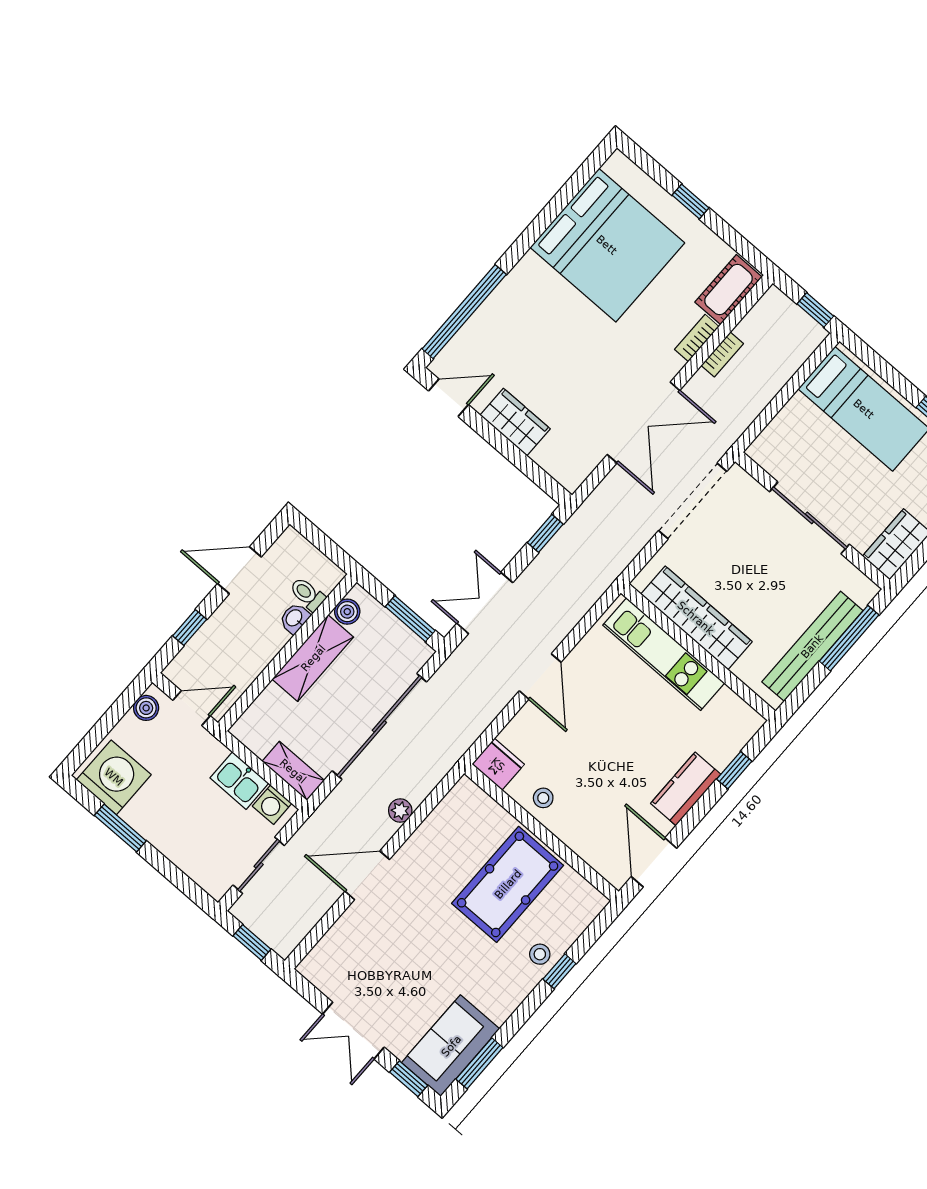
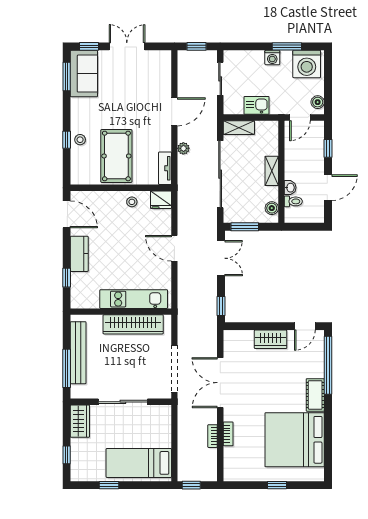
cot: (728, 290) -> (315, 395), moved
shelving: (313, 658) -> (272, 171), width x0.67, depth x0.75
washing machine: (272, 805) -> (272, 58), moved, turned 180
tv unit: (452, 805) -> (165, 168), added

